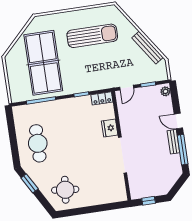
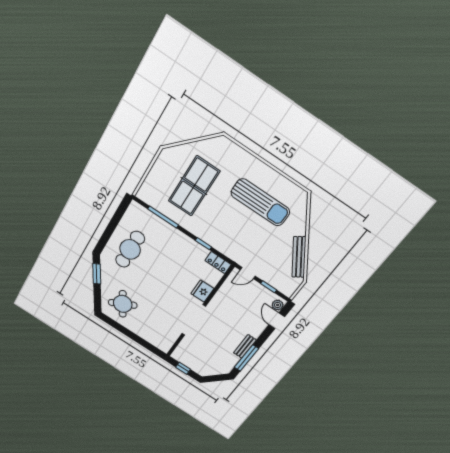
table tennis table: (43, 63) -> (194, 186), width x0.73, depth x0.76
door: (178, 121) -> (277, 321), moved
round table: (65, 190) -> (123, 304), turned -35

